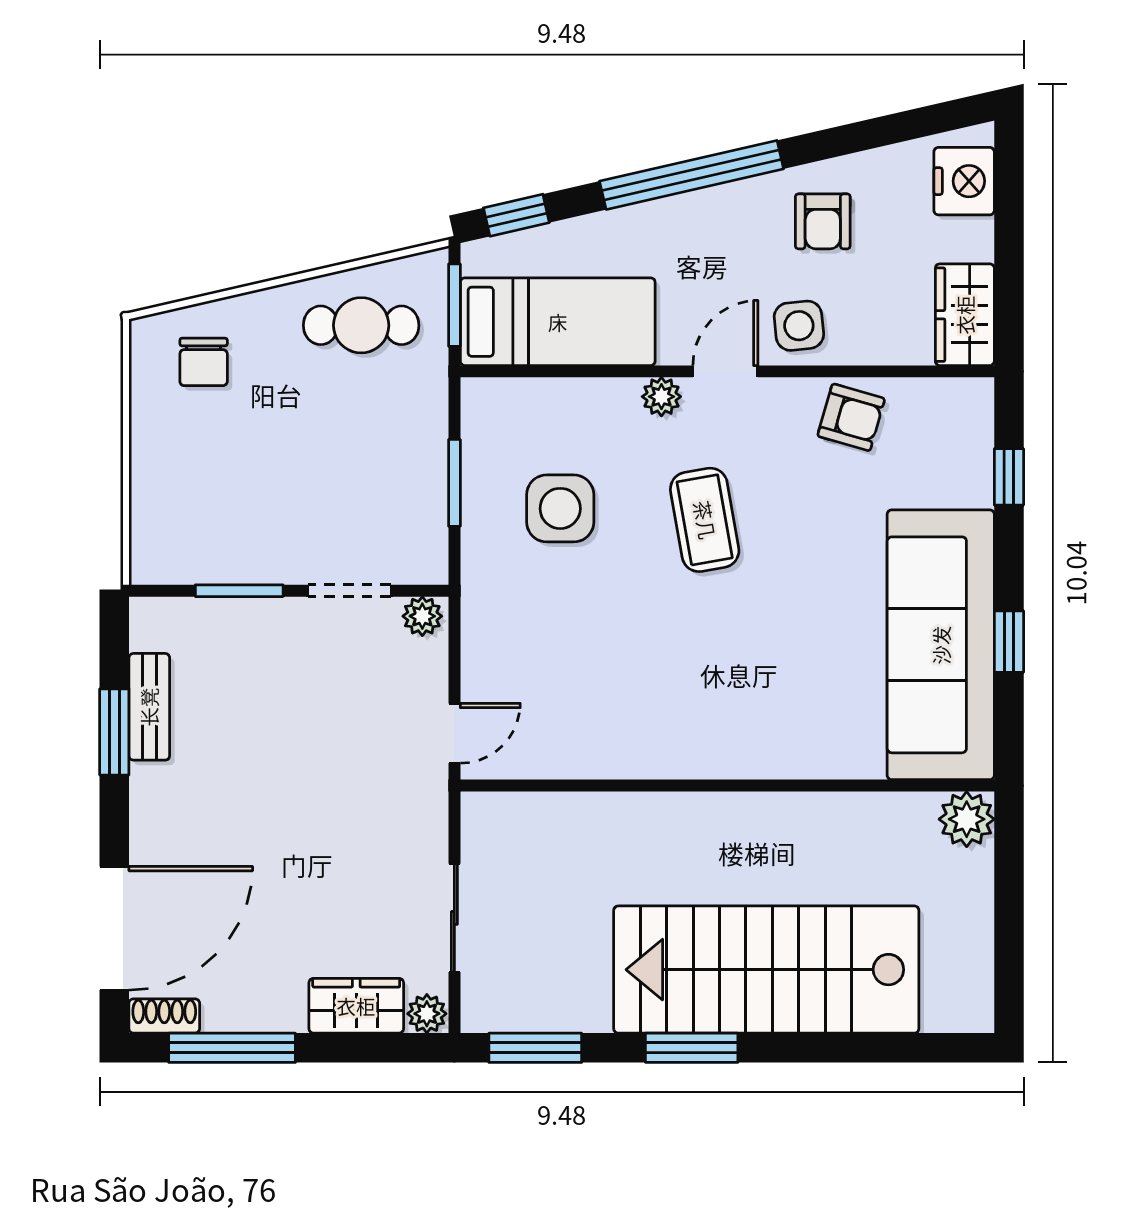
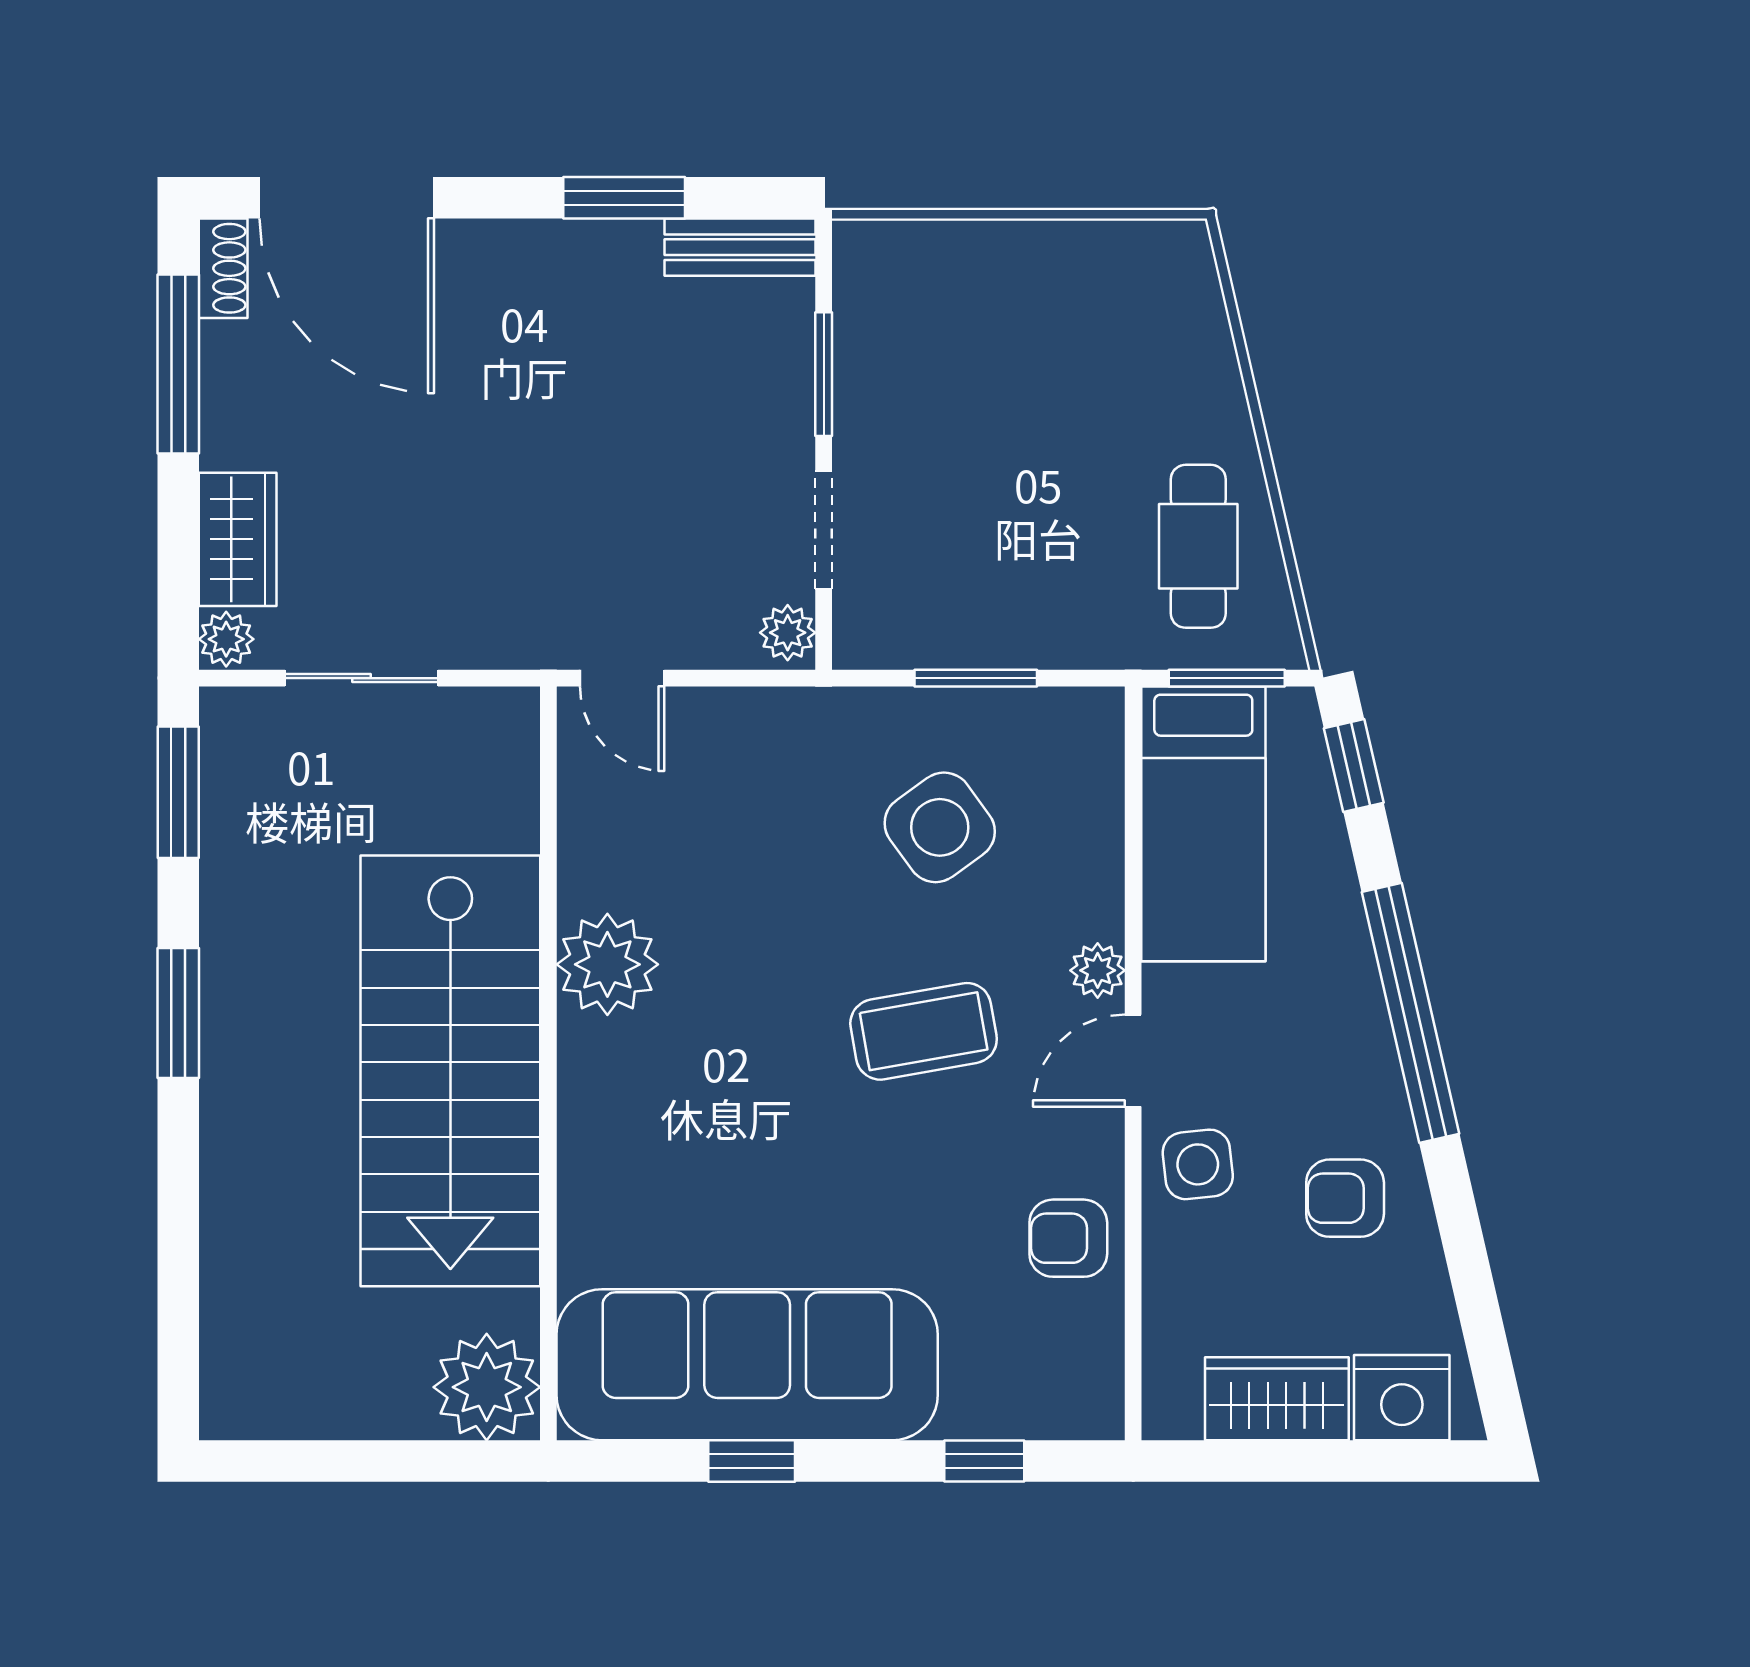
wardrobe: (965, 315) -> (1277, 1399), moved
chair: (204, 362) -> (1147, 324), removed
door: (725, 371) -> (1133, 1061), swing flipped
armchair: (851, 417) -> (1068, 1238), turned 74
side table: (560, 508) -> (940, 827), turned -36
bench: (149, 707) -> (740, 247), moved
plant: (657, 744) -> (607, 964), added
plant: (967, 819) -> (487, 1387), width x1.36, depth x1.36
stairs: (766, 970) -> (450, 1071), moved, turned 180

